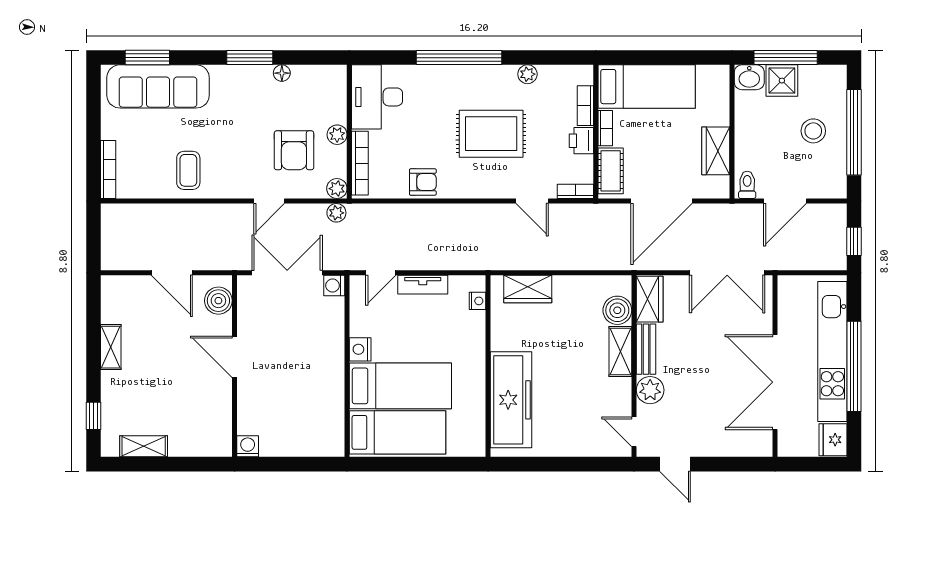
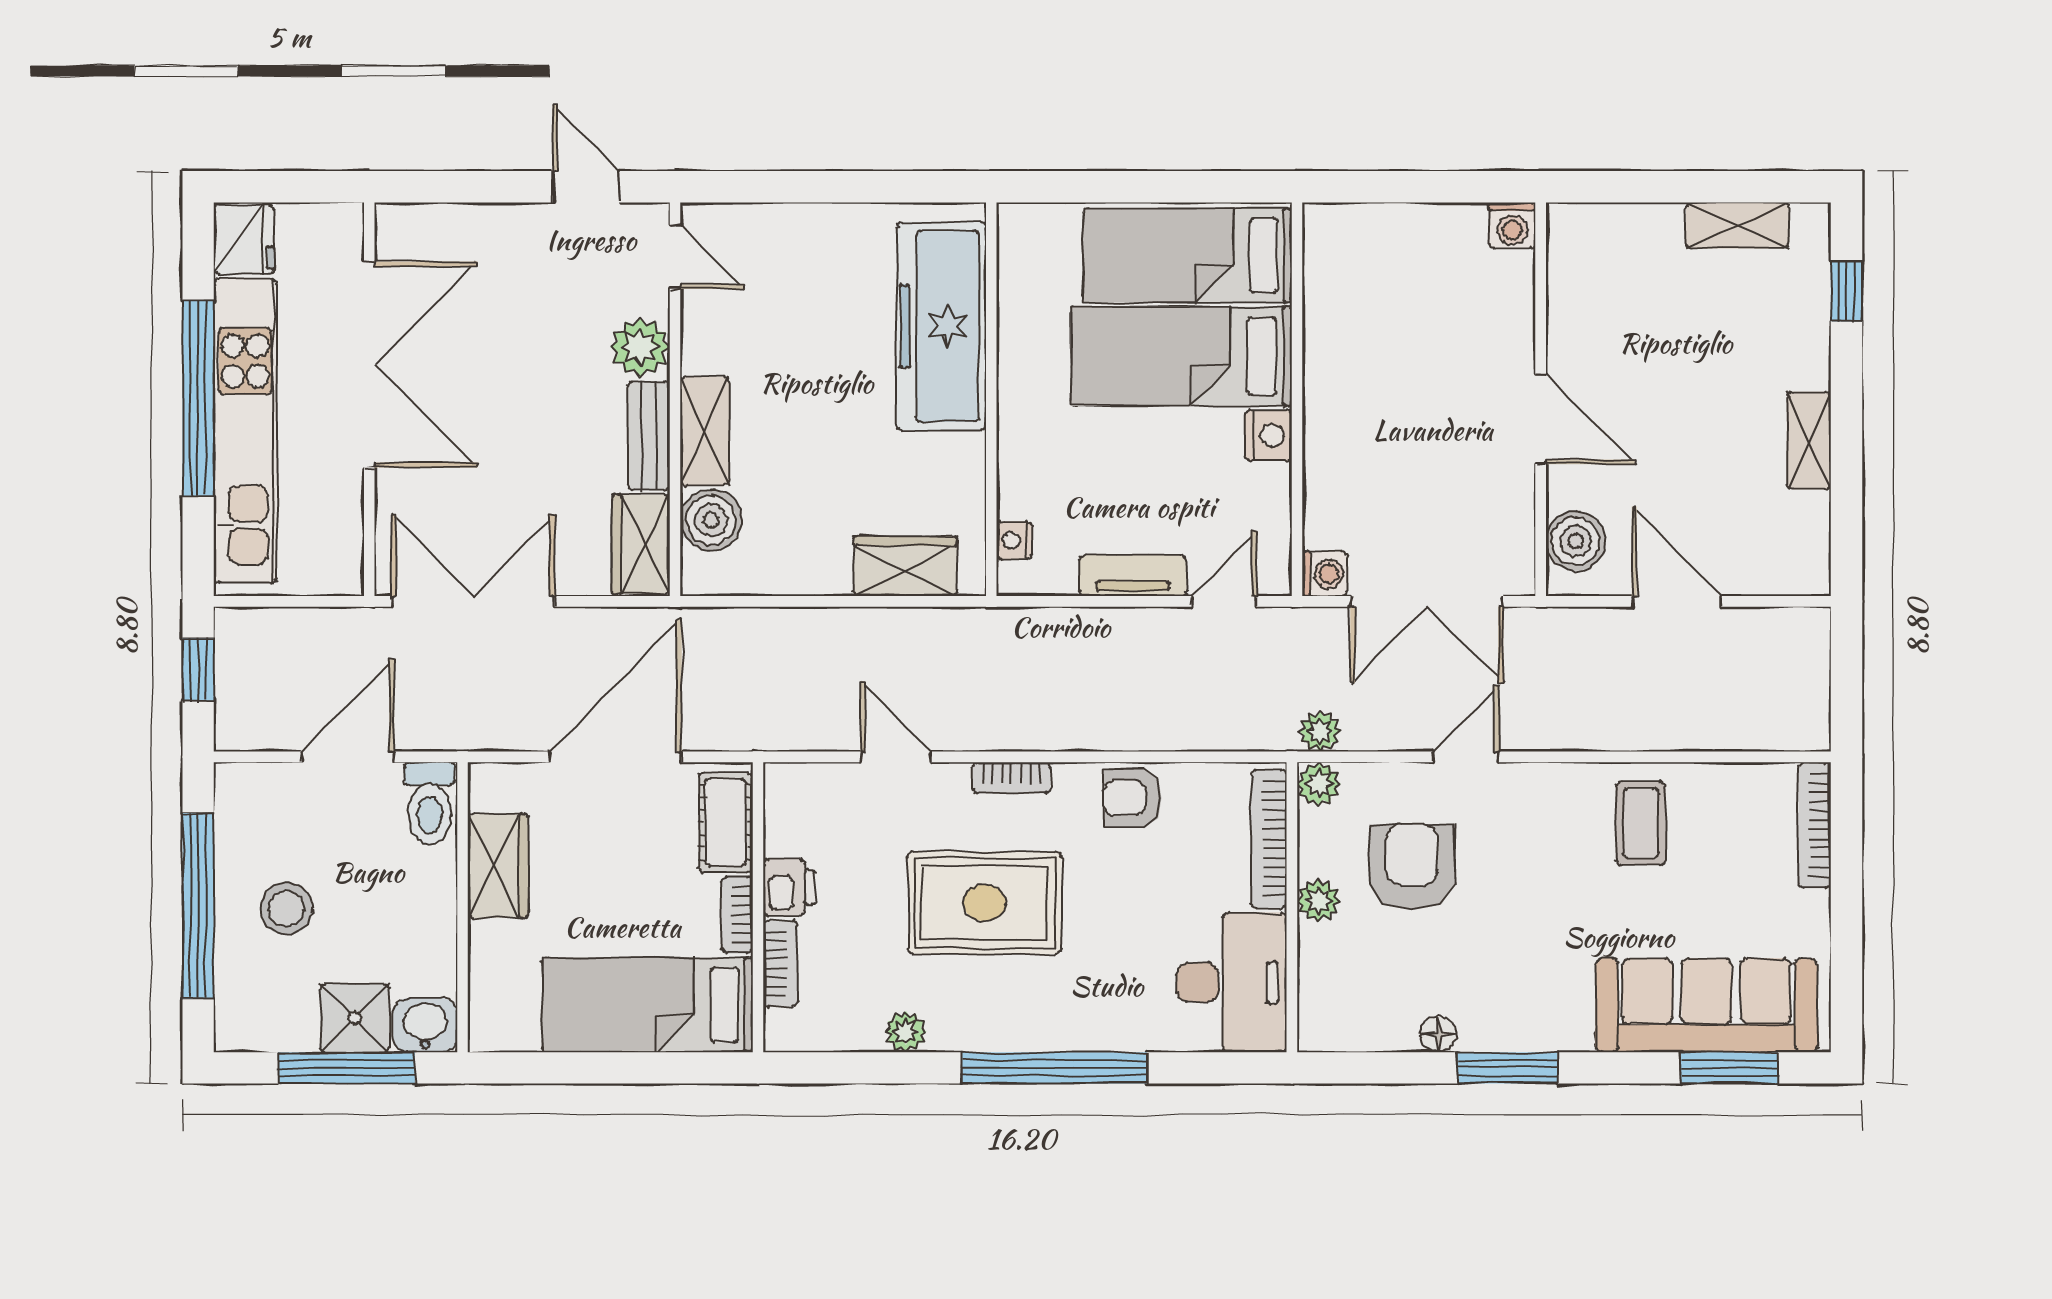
toilet: (747, 185) -> (430, 804), width x1.37, depth x1.39
bookcase: (575, 191) -> (1012, 778), moved

